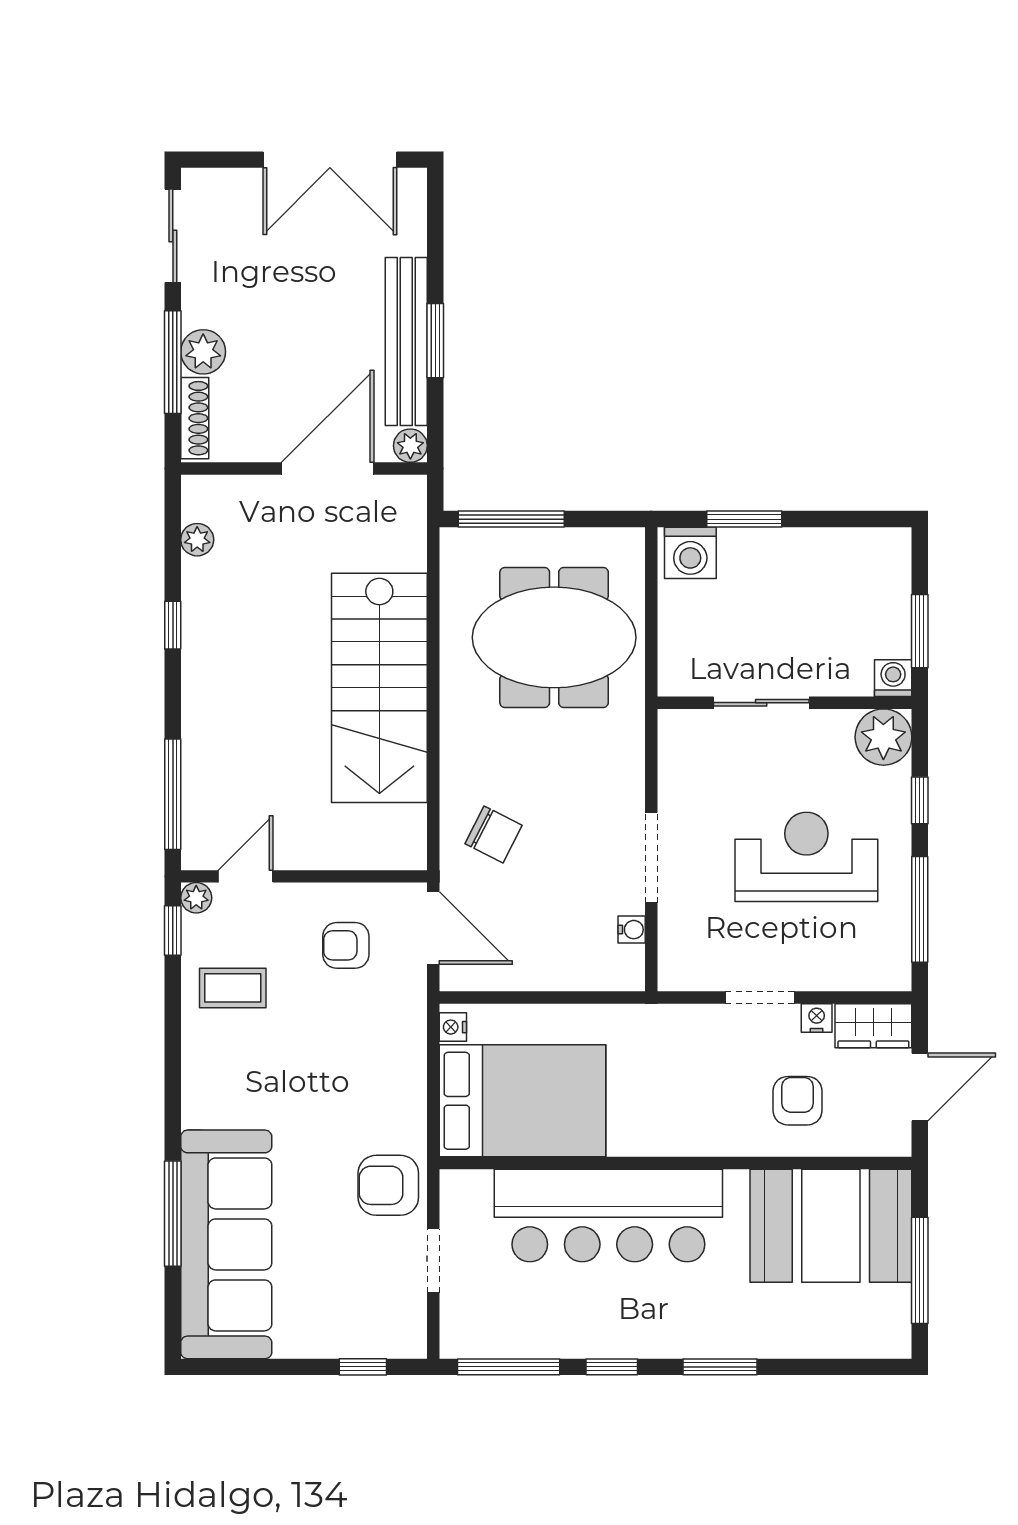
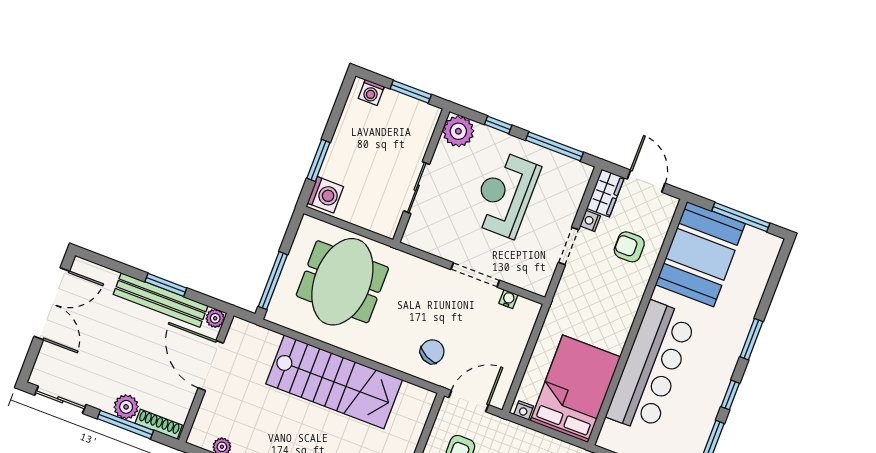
washing machine: (893, 678) -> (371, 92), moved, turned -90

